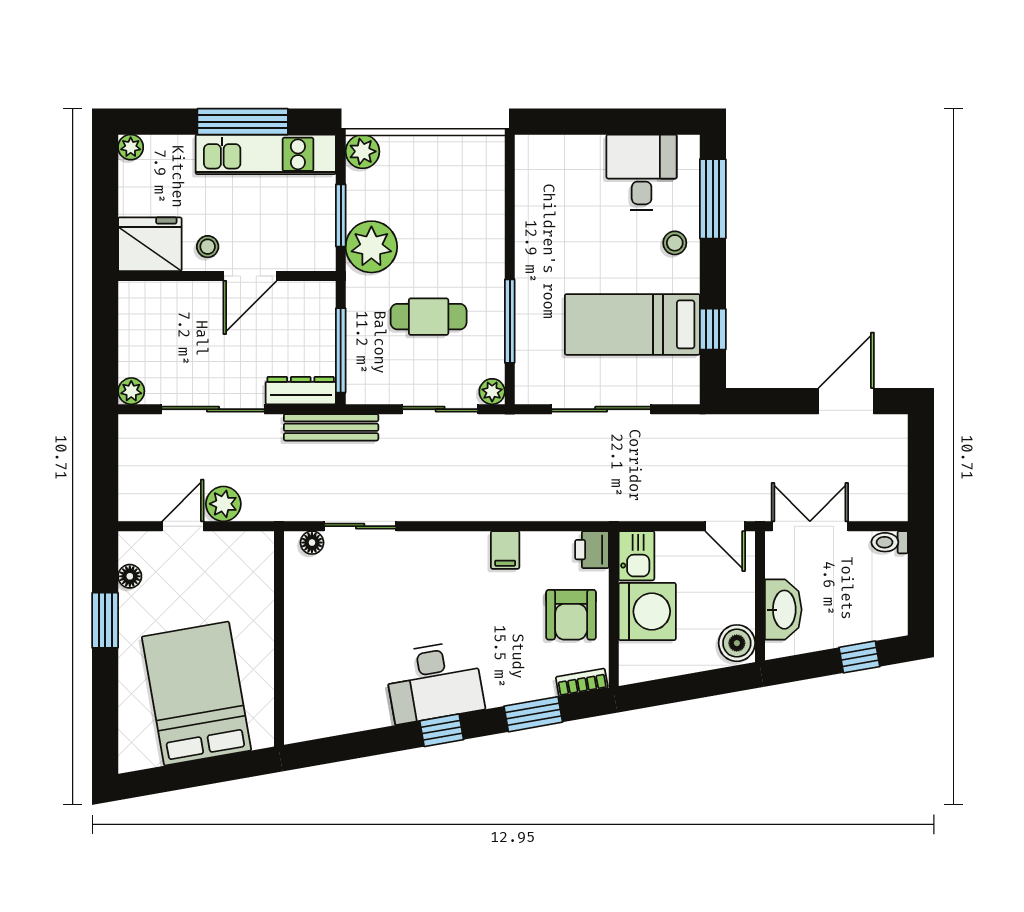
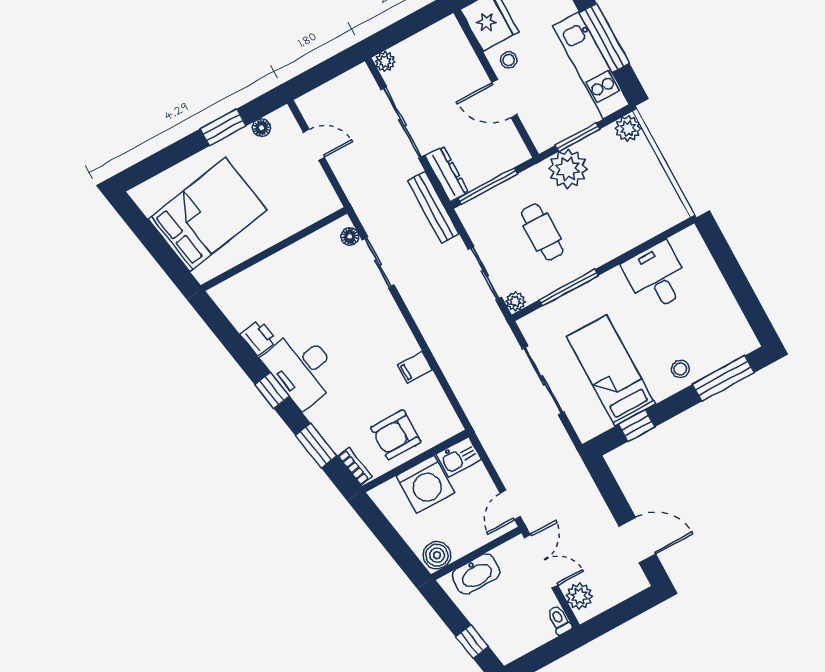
desk: (642, 172) -> (657, 276), moved, turned -90
plant: (223, 504) -> (579, 596), moved
printer: (592, 550) -> (259, 338), moved, turned 80

